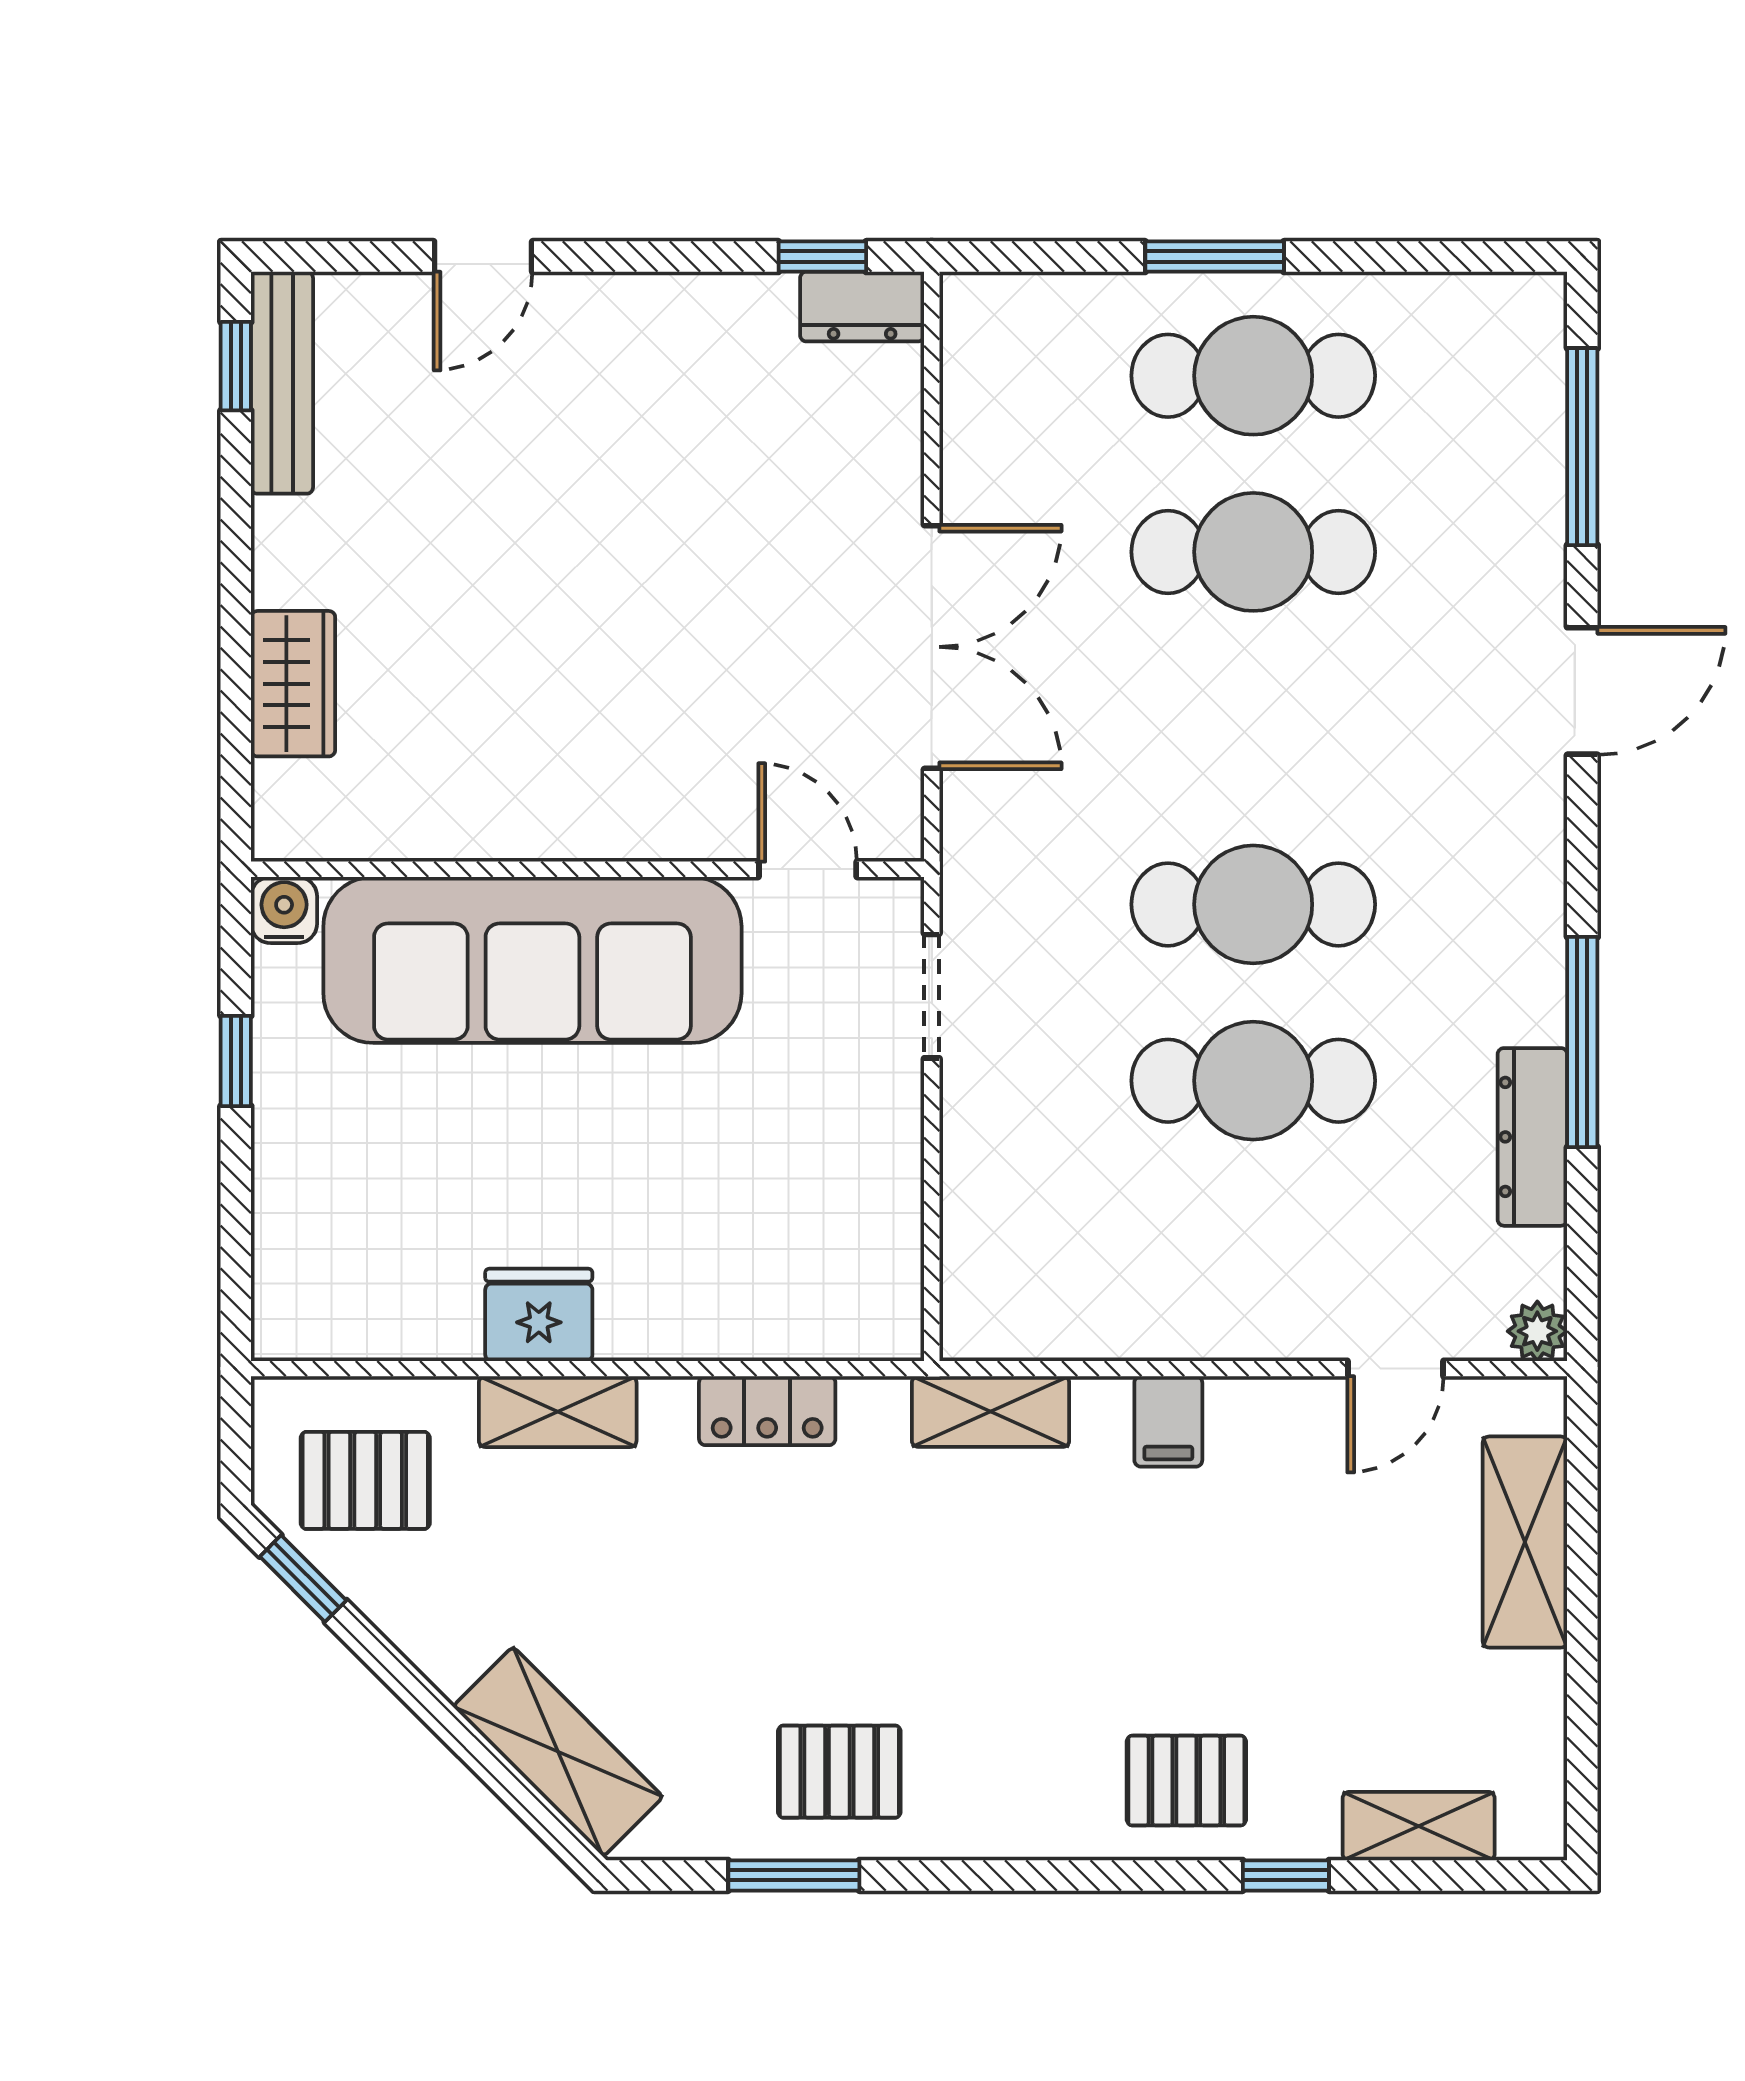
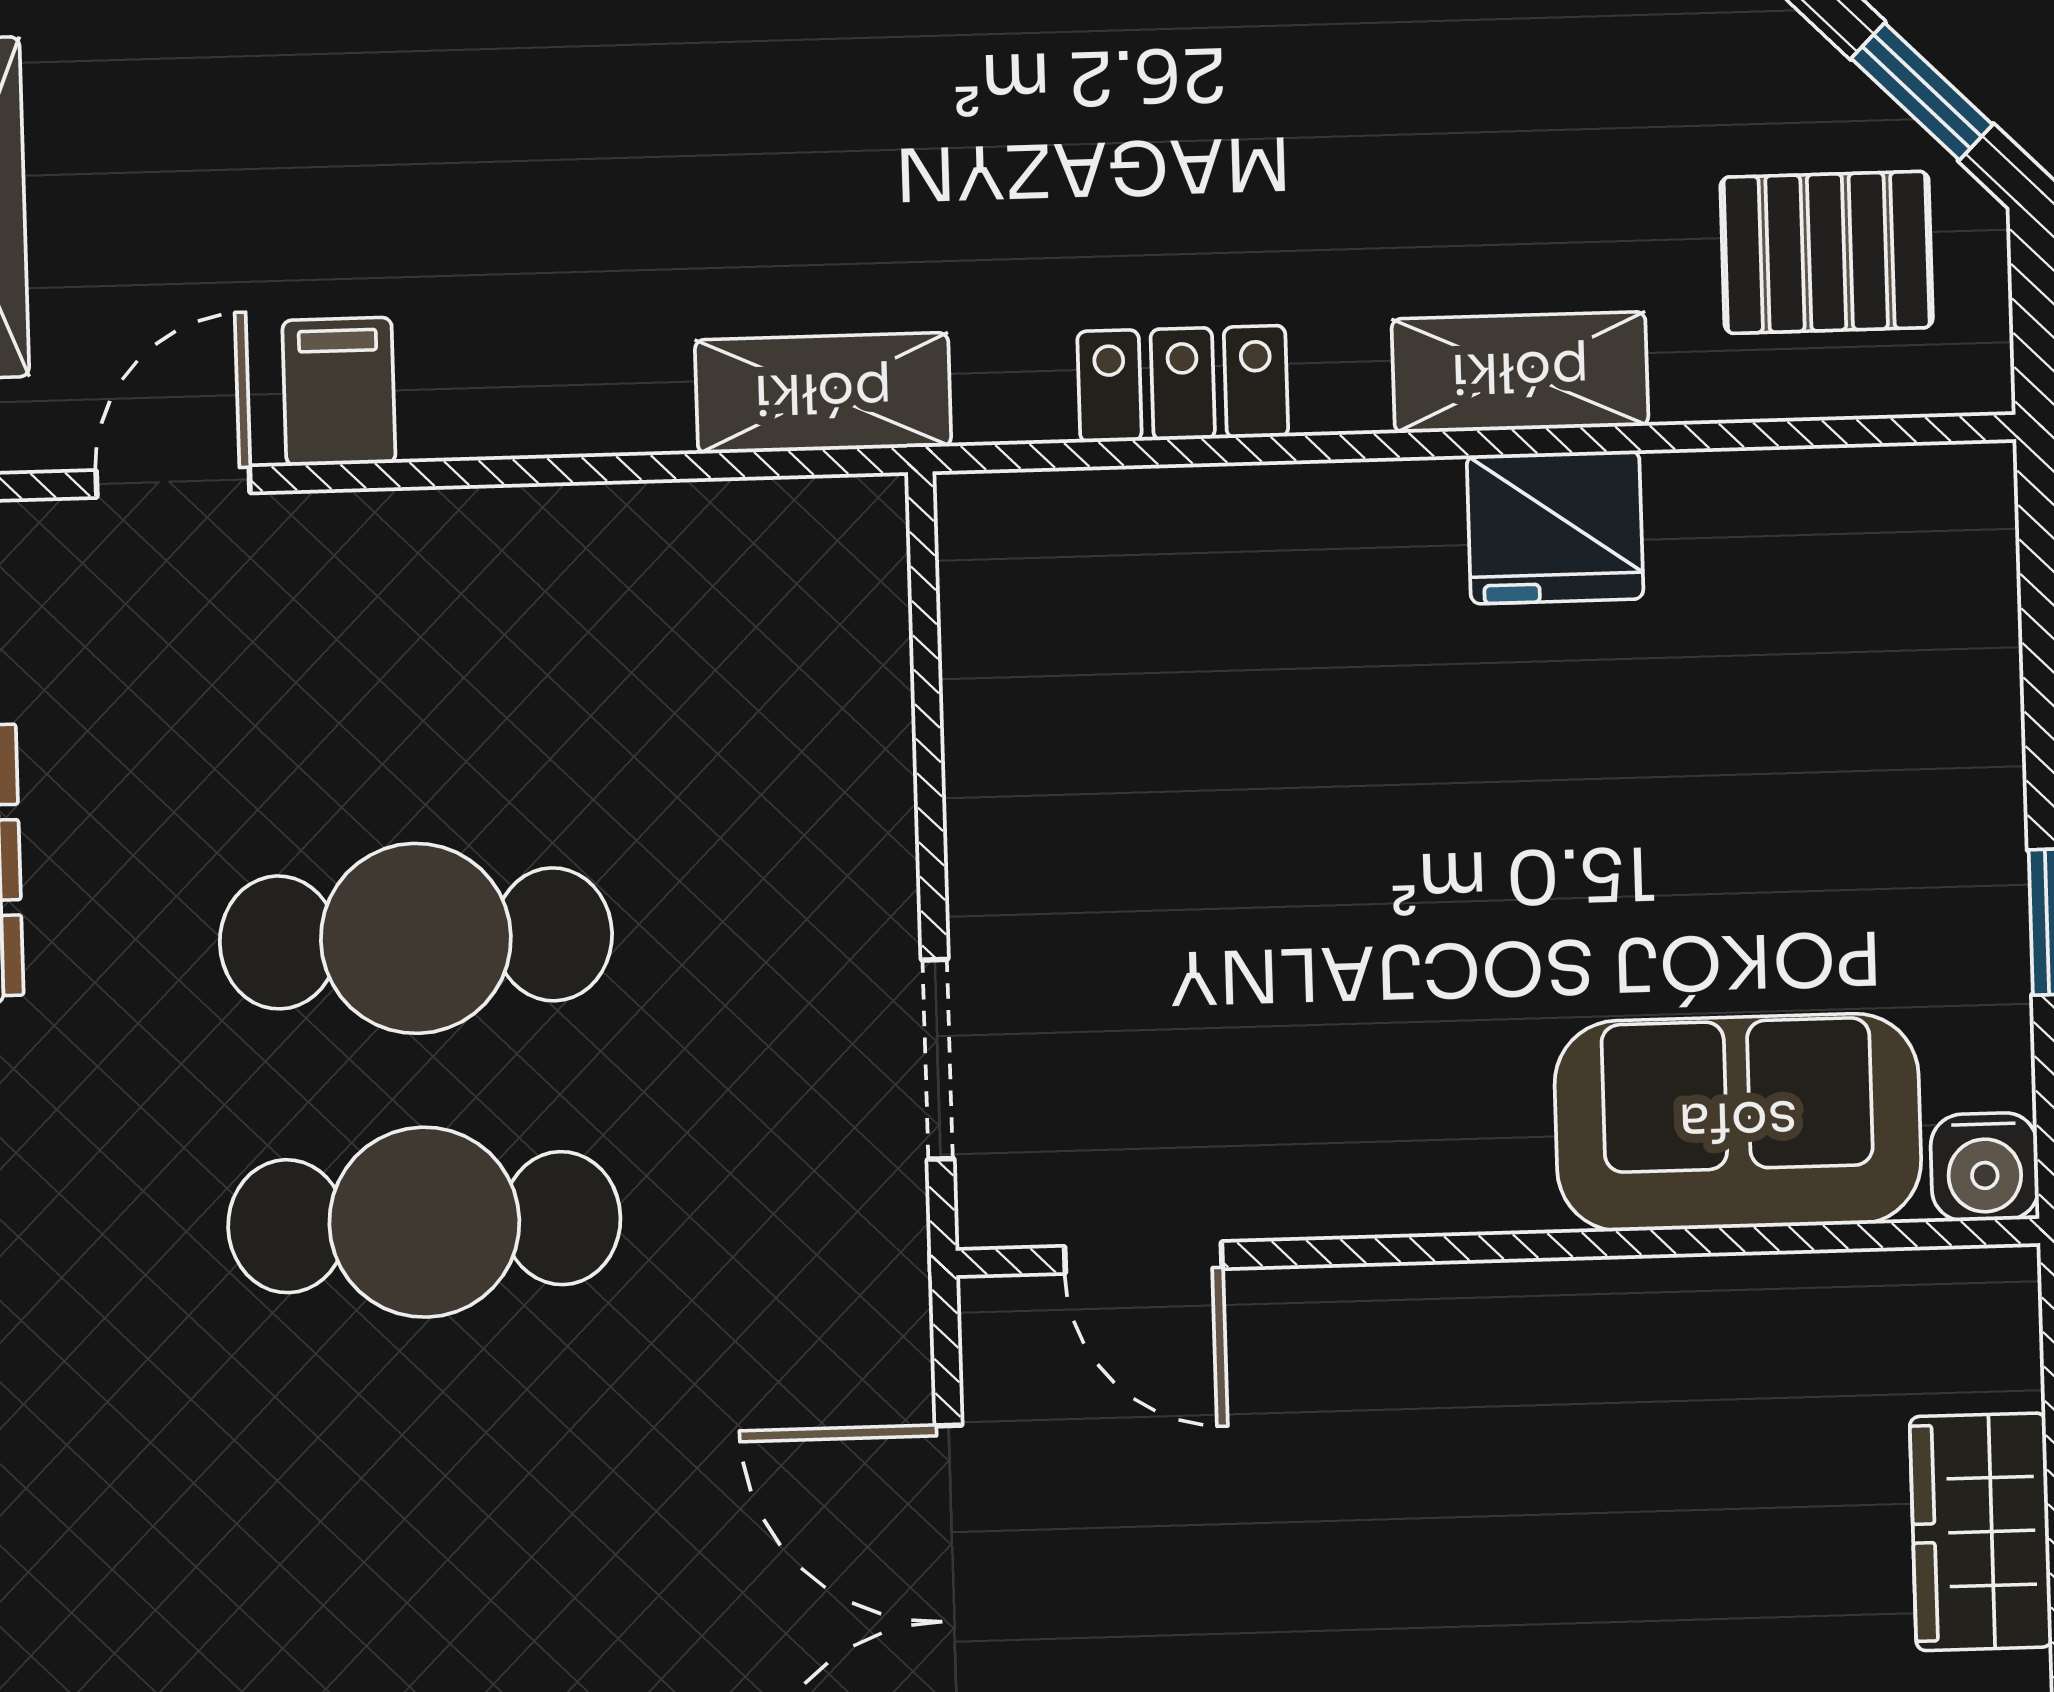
sofa: (532, 960) -> (1738, 1122), width x0.54, depth x0.79
filing cabinet: (1168, 1421) -> (339, 392), moved

